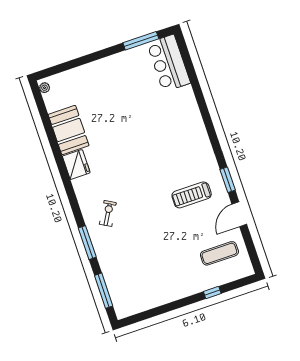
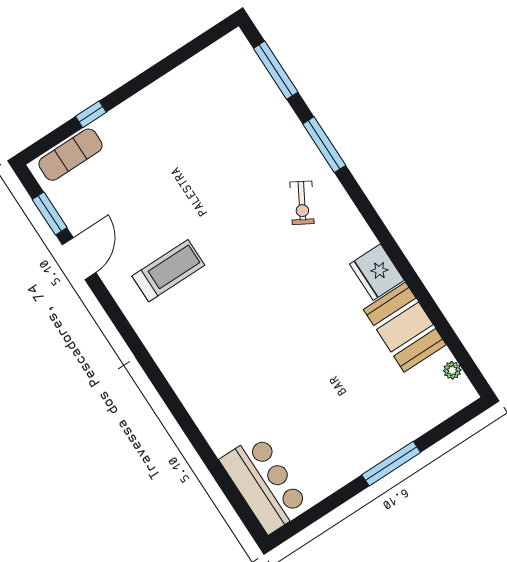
window: (141, 41) -> (391, 464), moved
plant: (45, 88) -> (452, 370), moved
window: (228, 180) -> (50, 213), moved
exercise mat: (219, 253) -> (70, 155), moved

